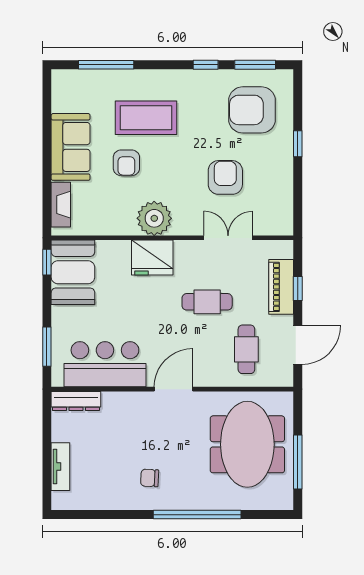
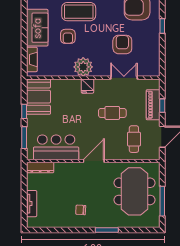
fridge: (152, 257) -> (87, 86), width x0.53, depth x0.75
window: (47, 262) -> (24, 111), moved
window: (197, 515) -> (107, 230), width x0.47

